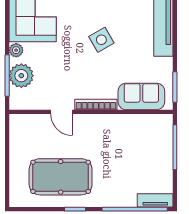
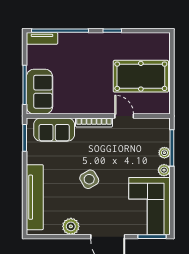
plant: (21, 76) -> (164, 153), width x0.53, depth x0.53
sofa: (158, 140) -> (40, 92), added
pool table: (61, 177) -> (141, 76), moved

